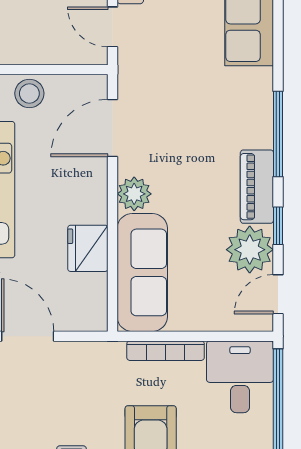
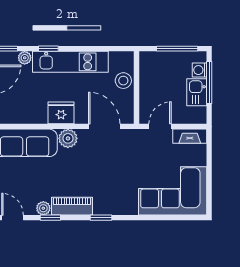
window: (278, 134) -> (101, 218), width x0.46
fridge: (88, 248) -> (61, 113), moved
plant: (250, 250) -> (43, 208), width x0.53, depth x0.53

